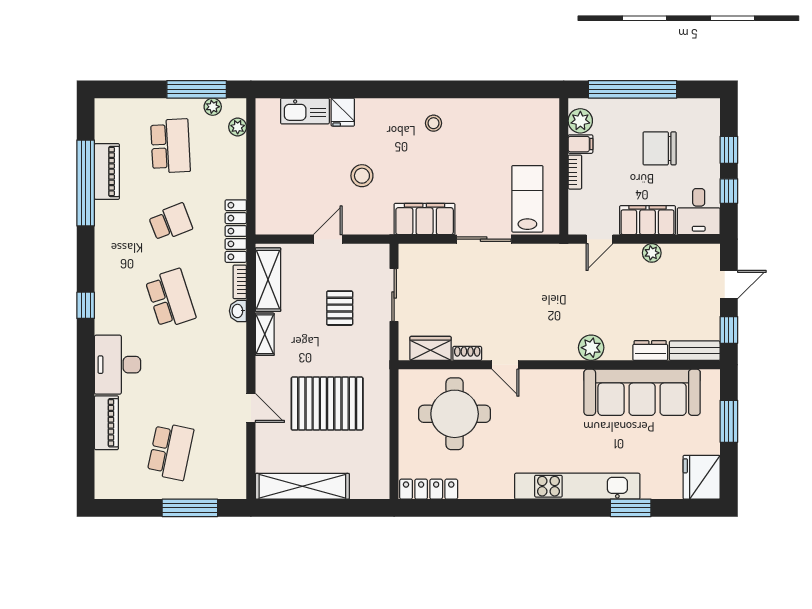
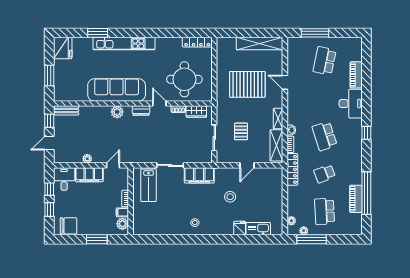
window: (633, 89) -> (97, 239), width x0.47
chair: (660, 148) -> (68, 226), moved
dresser: (650, 351) -> (141, 110), moved
sofa: (642, 392) -> (117, 90), moved

